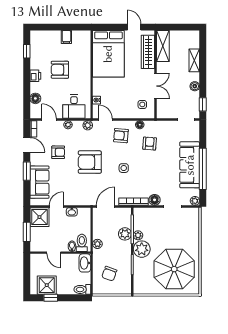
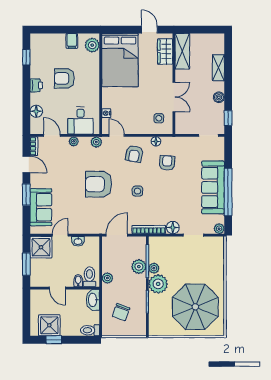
plant: (84, 41) -> (92, 45), added
wardrobe: (148, 52) -> (165, 51), width x0.67
armchair: (121, 136) -> (134, 154), turned -84
armchair: (58, 152) -> (62, 173), removed

